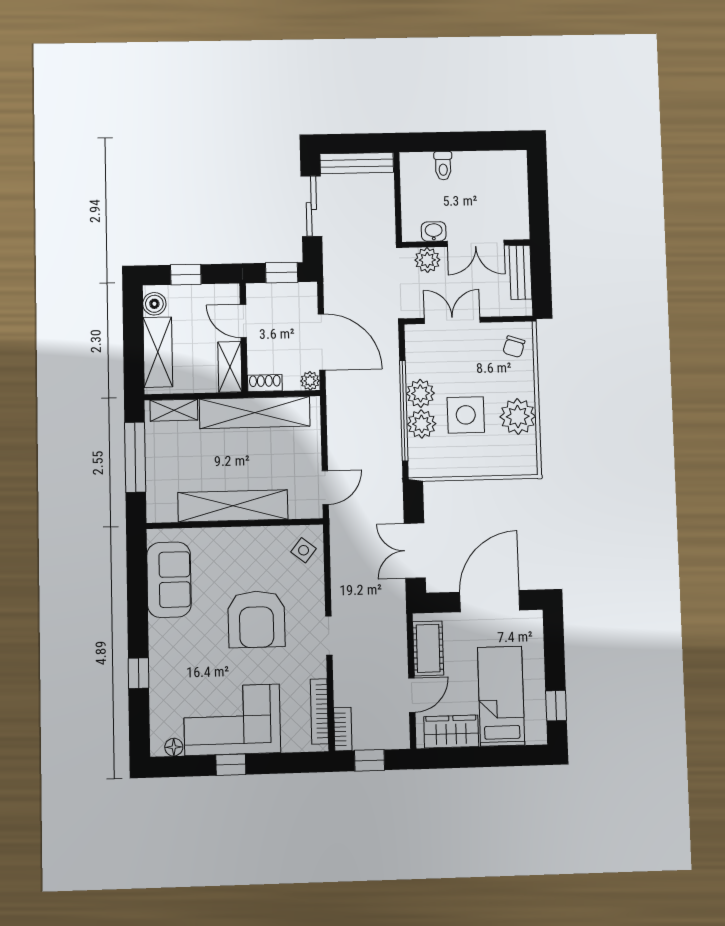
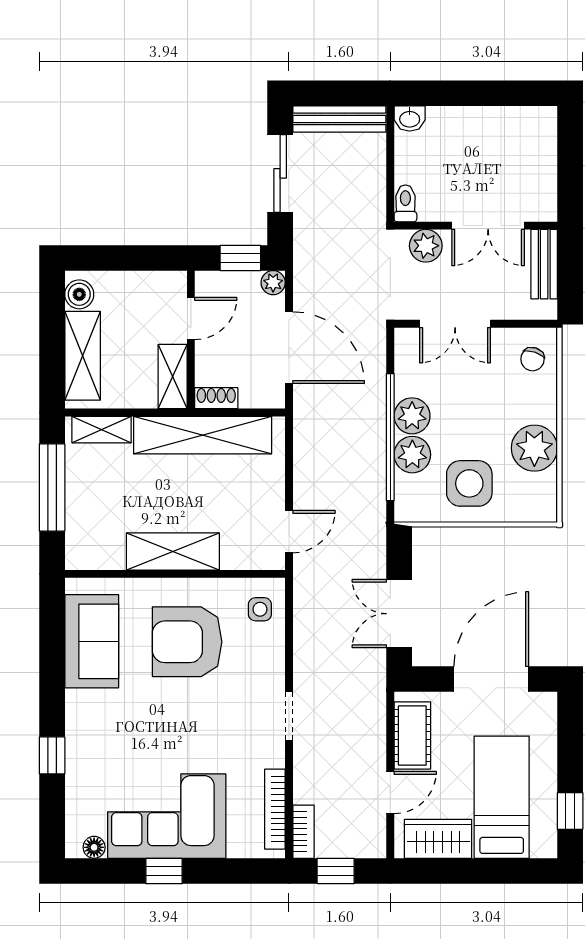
toilet: (443, 166) -> (405, 203), moved, turned 180
washbasin: (434, 231) -> (410, 119), moved, turned 180
window: (186, 275) -> (119, 258), removed
double door: (452, 320) -> (455, 324), swing flipped
door: (243, 321) -> (191, 319), swing flipped
plant: (310, 381) -> (273, 283), moved
side table: (466, 415) -> (469, 483), moved
shelving: (233, 506) -> (173, 552), width x0.68
side table: (304, 550) -> (260, 609), turned -38
armchair: (256, 619) -> (187, 642), moved, turned 90

